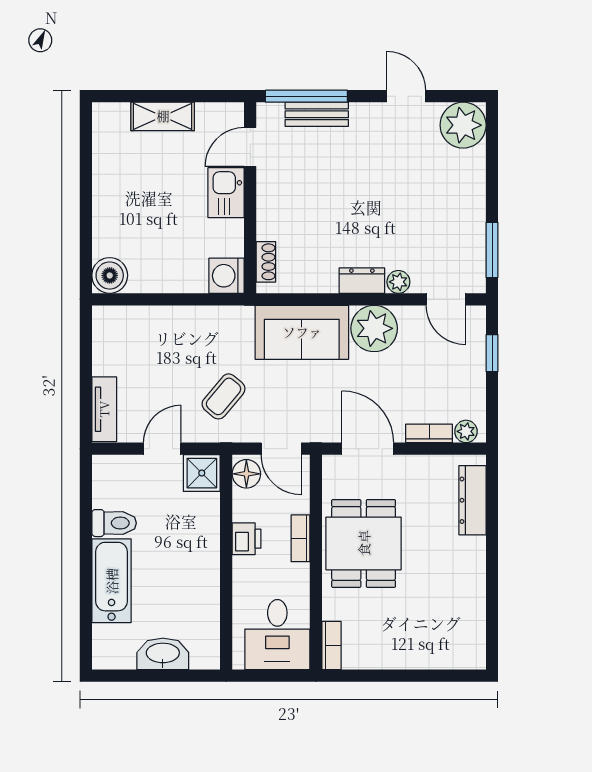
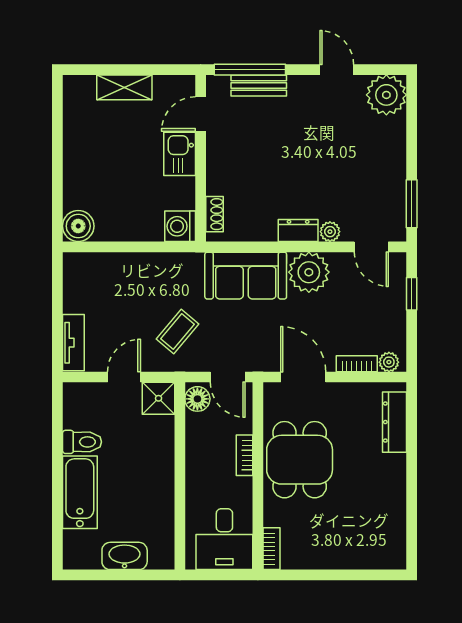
printer: (247, 539) -> (198, 456), removed

